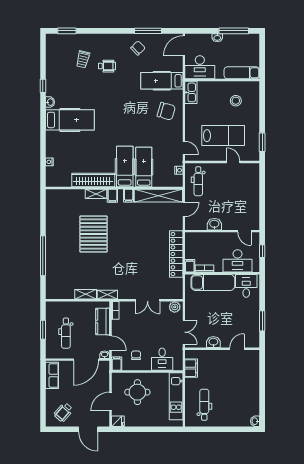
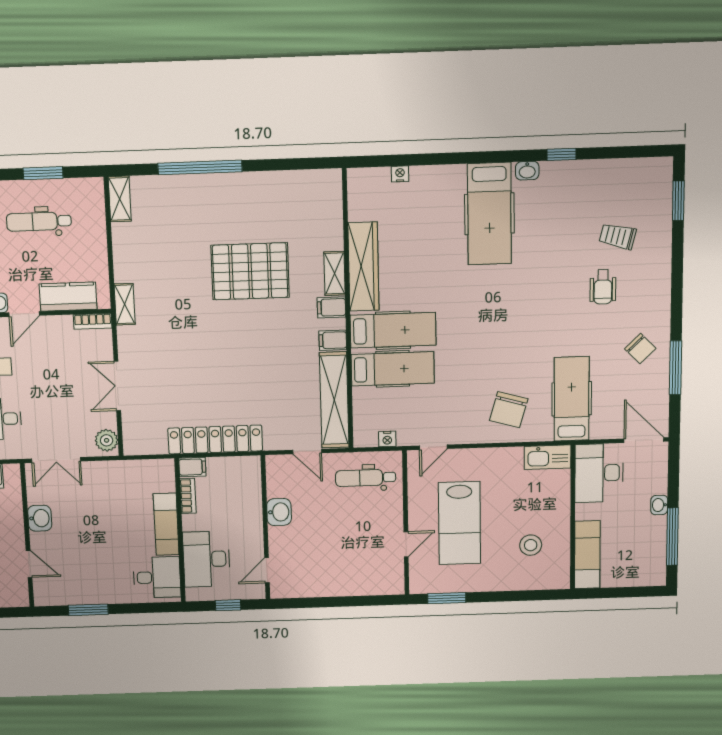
exam couch: (213, 283) -> (166, 524), width x0.73, depth x0.69
shelving: (86, 294) -> (120, 199), moved

